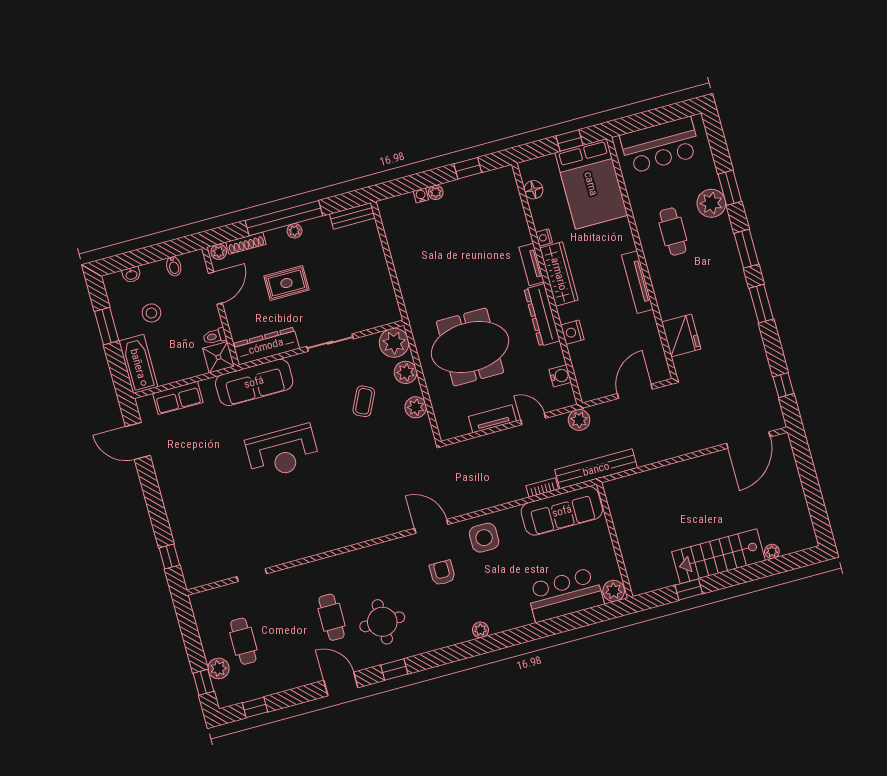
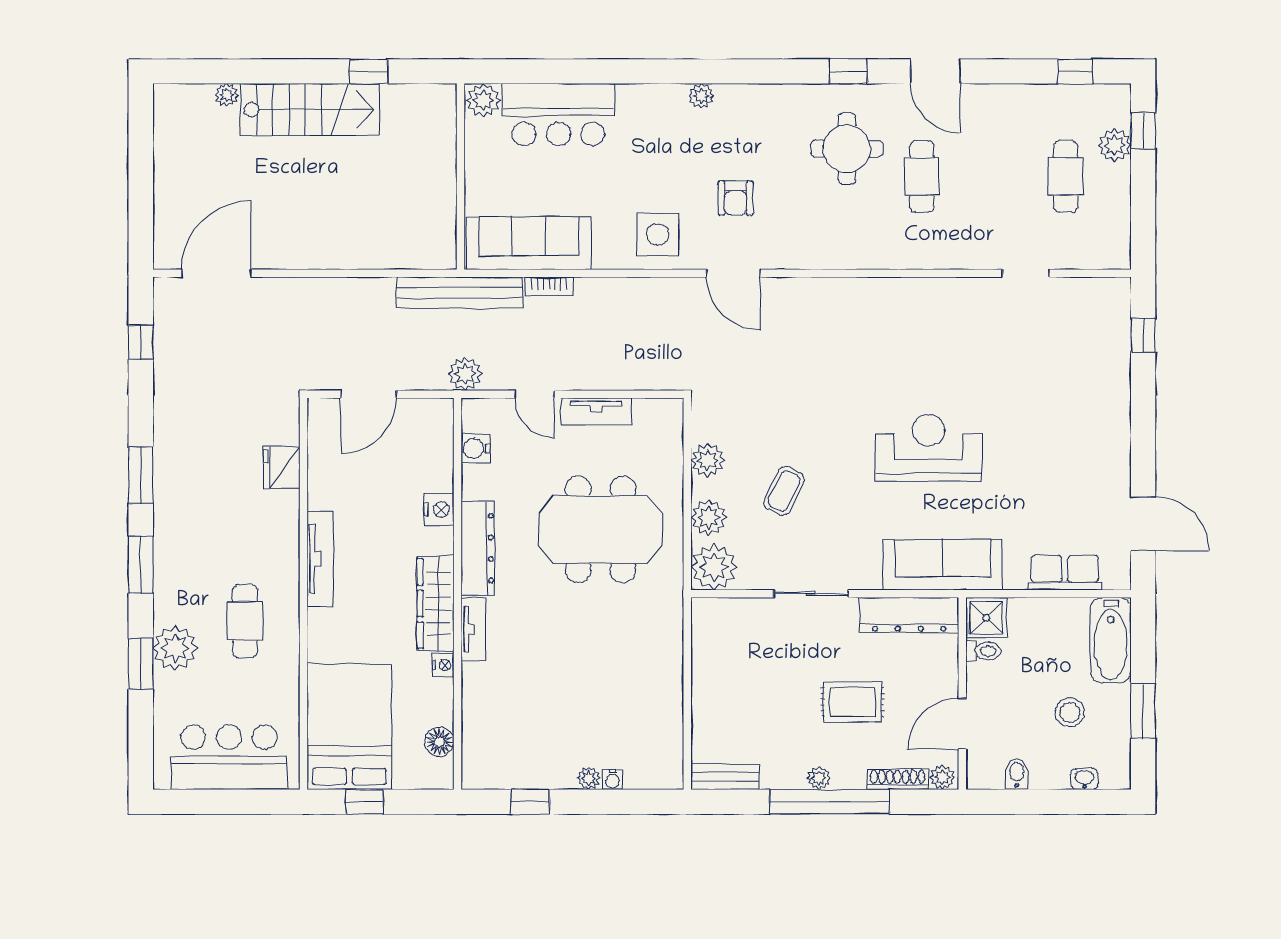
fridge: (681, 336) -> (282, 467), width x0.73, depth x0.75

